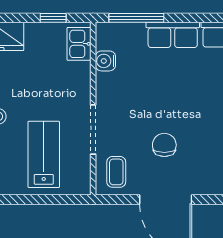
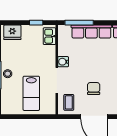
row of seats: (173, 35) -> (91, 32), width x1.48
water cooler: (105, 61) -> (63, 62), moved
lab bench: (44, 154) -> (31, 93), turned 180

